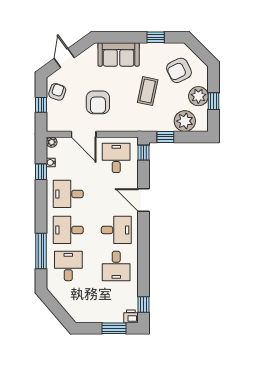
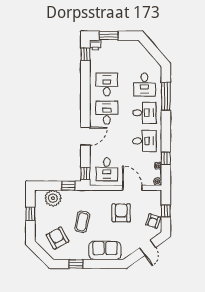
armchair: (179, 70) -> (58, 238), turned -93
plant: (198, 96) -> (42, 218), removed
door: (143, 200) -> (85, 136), hinge flipped
desk: (116, 230) -> (107, 113), turned 90

